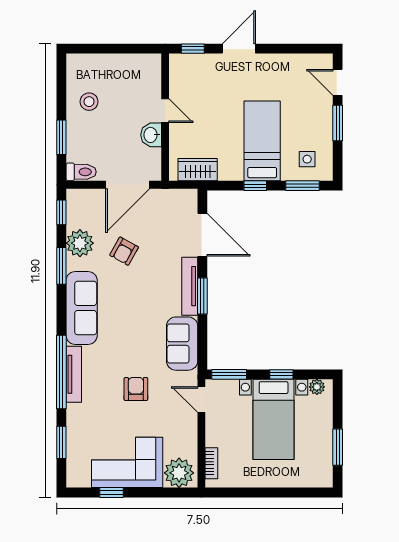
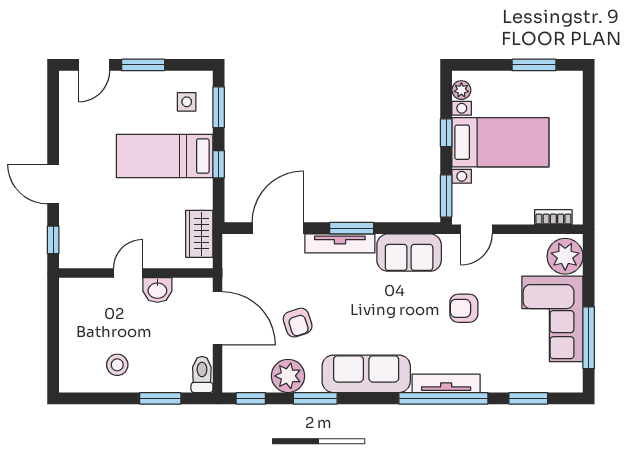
armchair: (124, 251) -> (298, 323), turned 43
window: (111, 493) -> (589, 338), width x2.17

